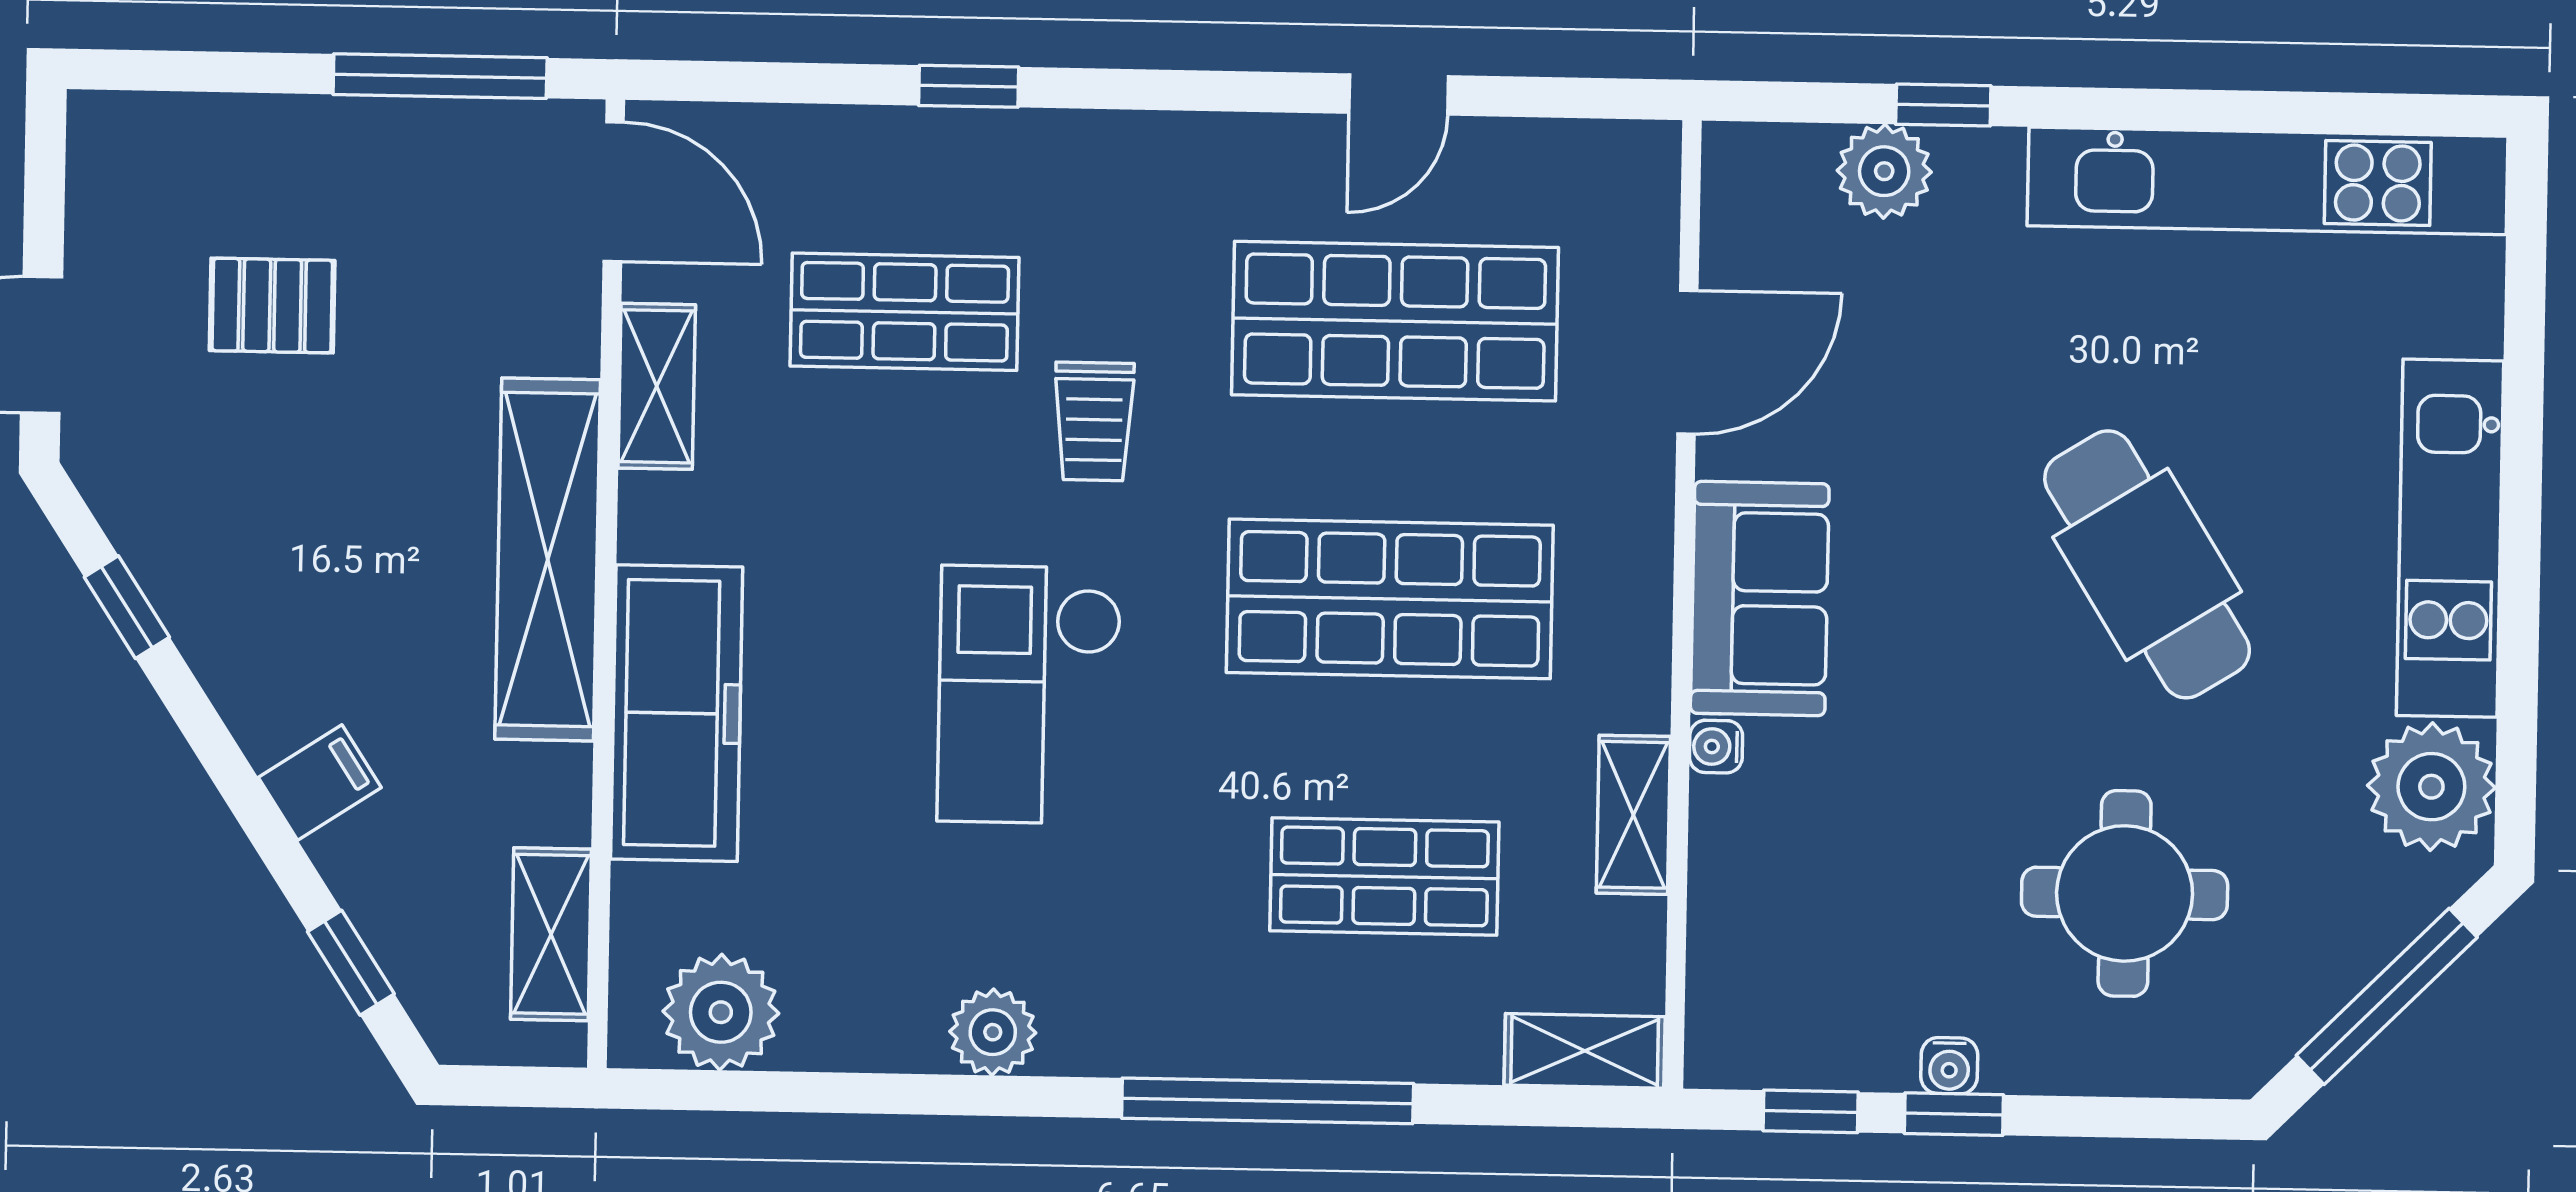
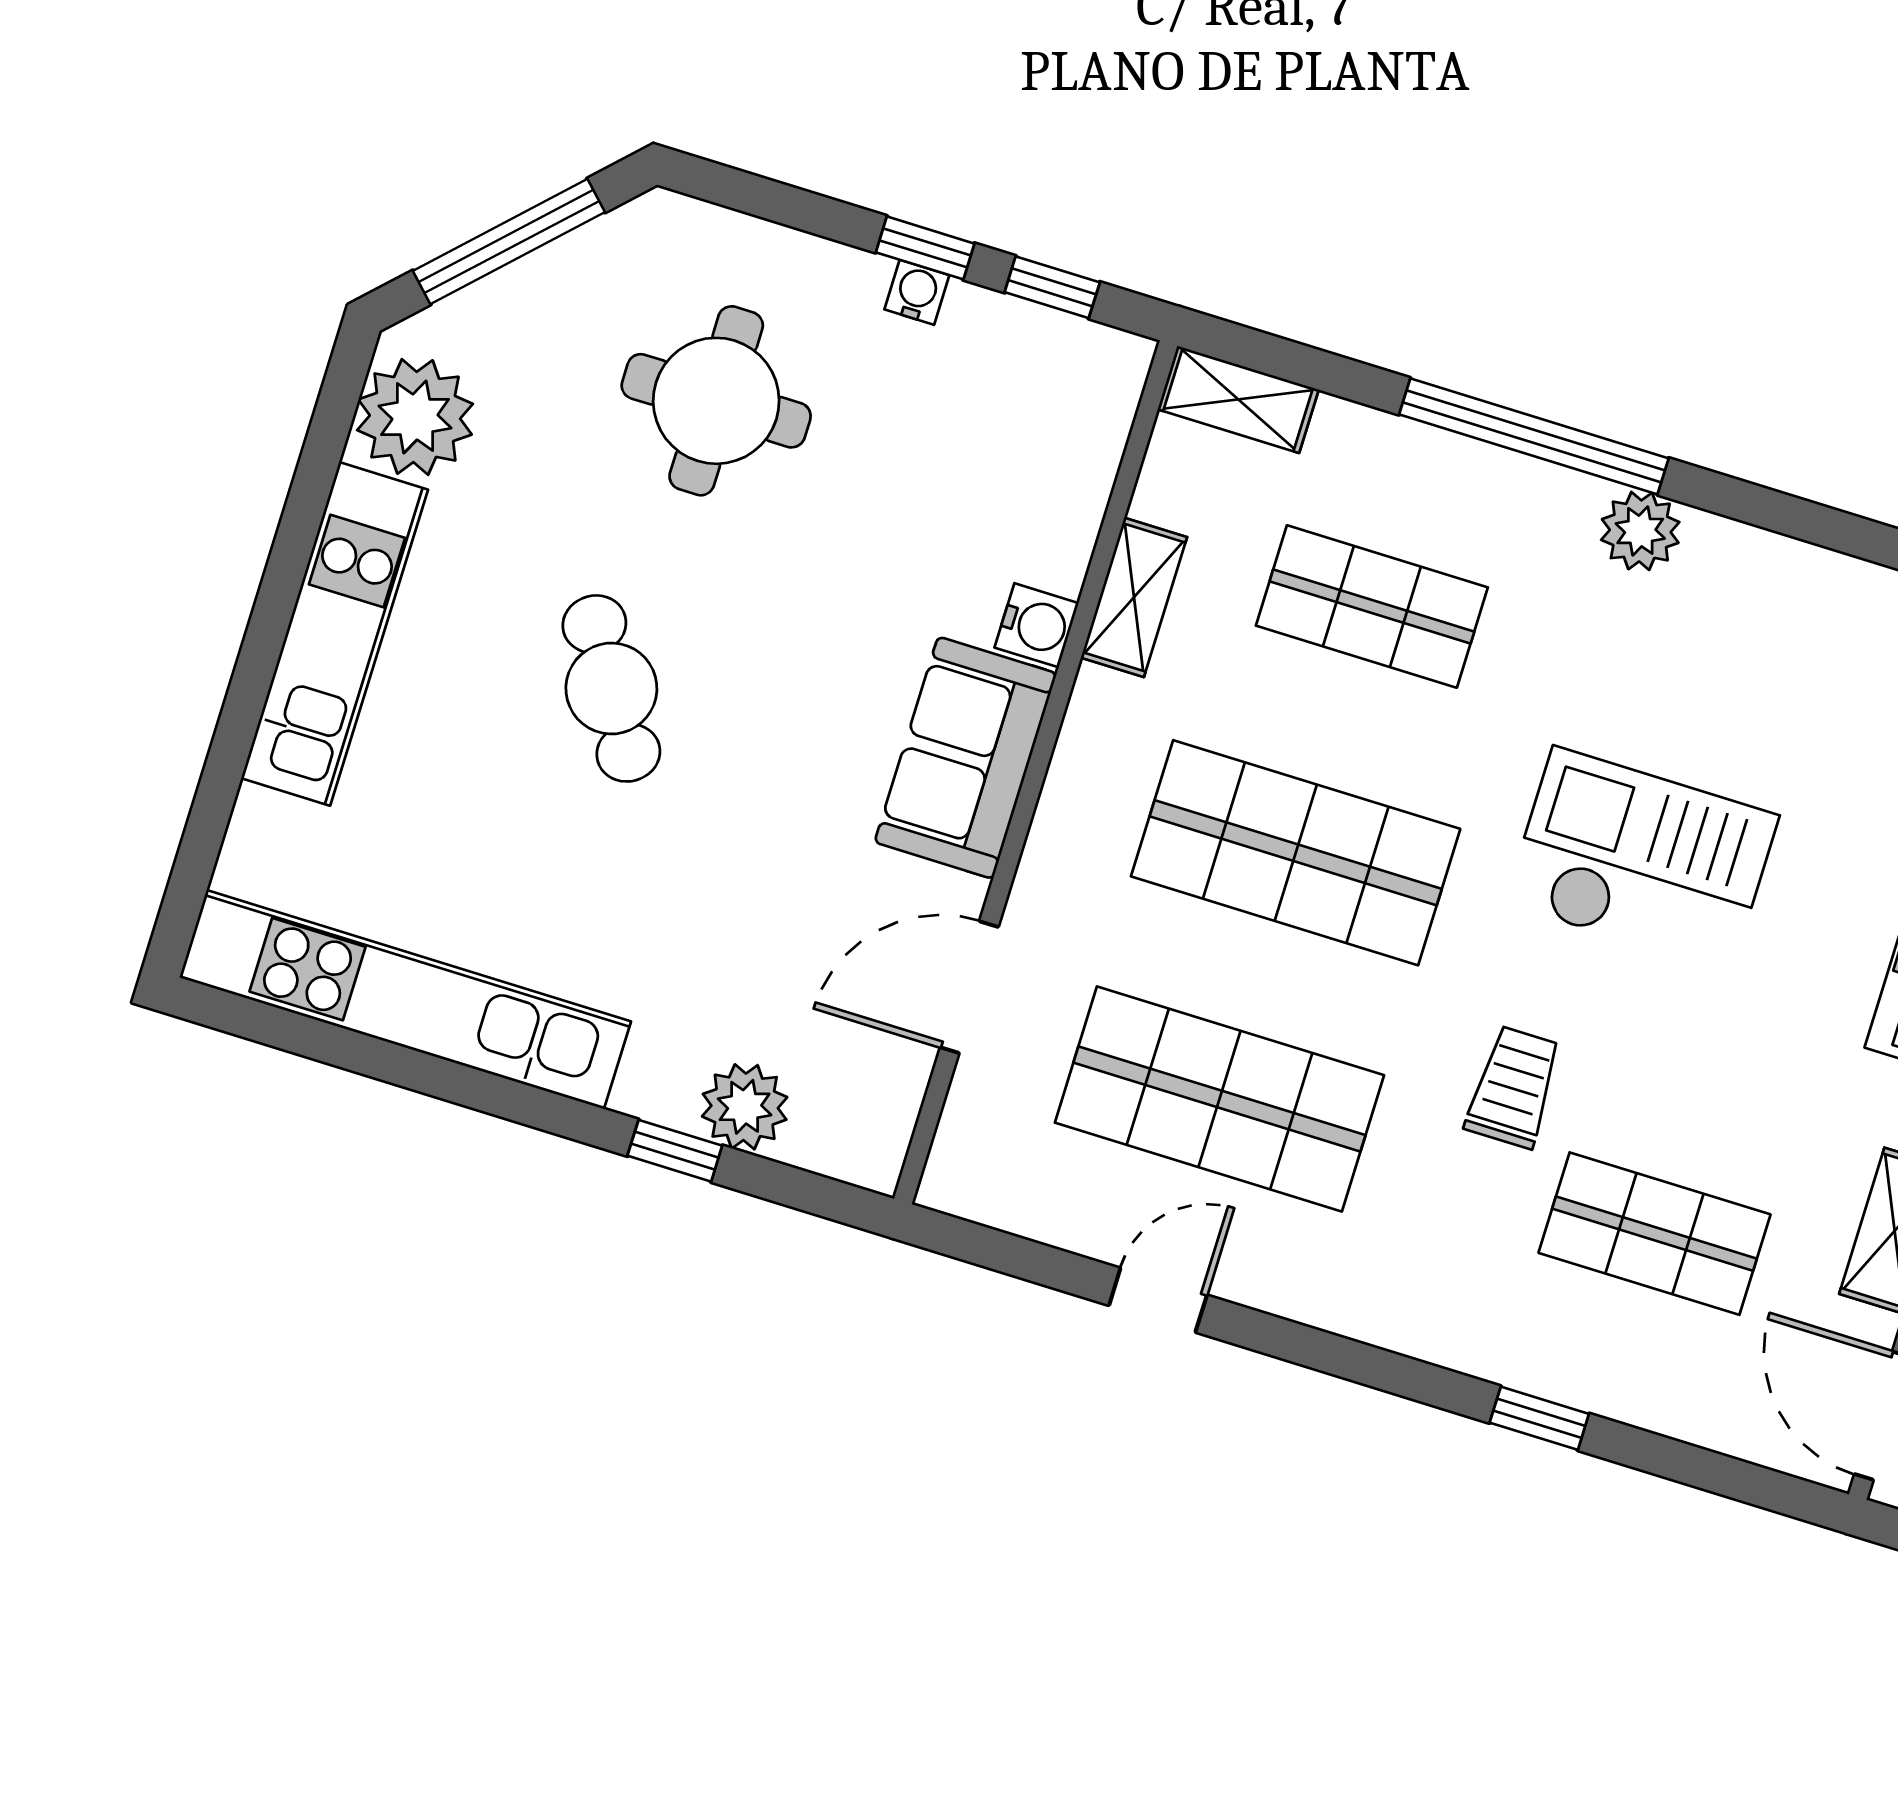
cafe table: (2147, 564) -> (611, 688), width x0.73, depth x0.74
checkout: (1029, 695) -> (1642, 860), turned -90
water cooler: (1716, 747) -> (1037, 625), width x1.38, depth x1.38
plant: (993, 1032) -> (1640, 531), moved

